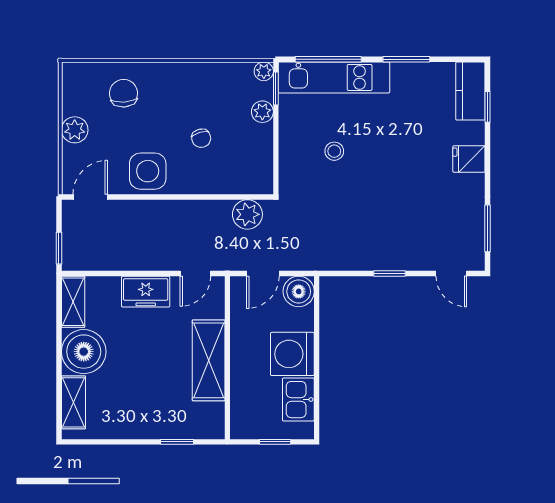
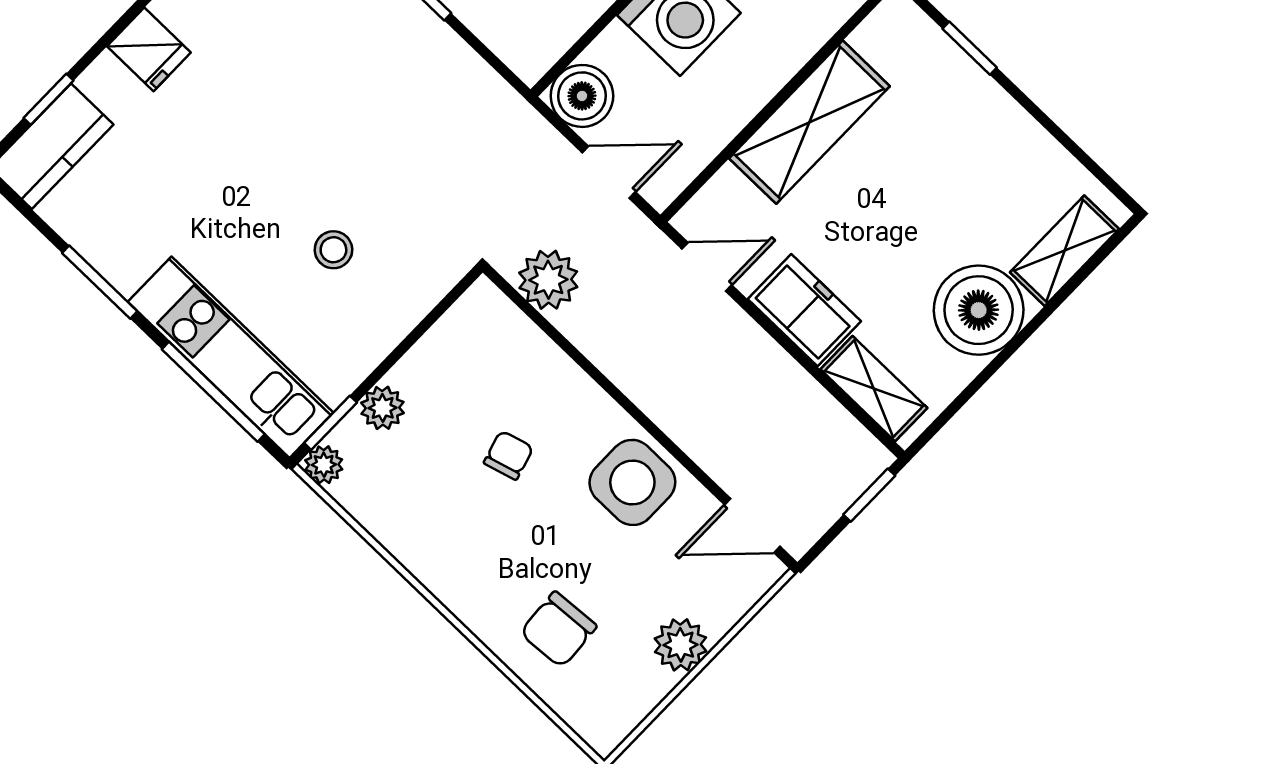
shelving: (73, 302) -> (874, 389), moved, turned 90

